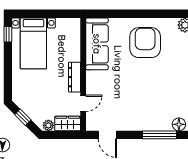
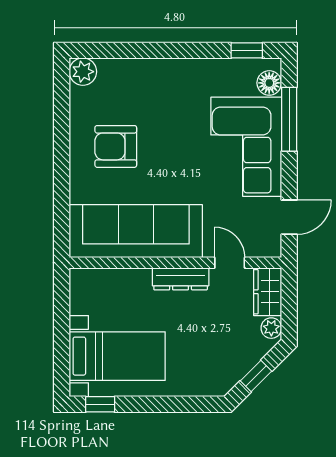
armchair: (145, 43) -> (116, 146), width x0.73, depth x0.73
sofa: (97, 44) -> (136, 231), width x1.36, depth x1.27
corner sofa: (145, 112) -> (246, 147), added

